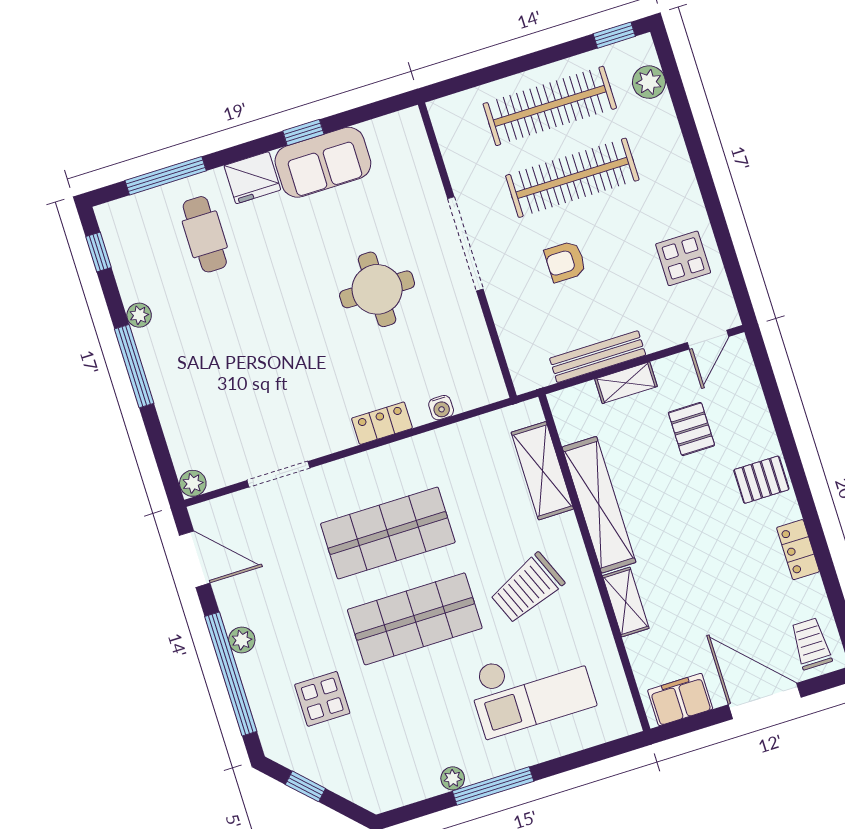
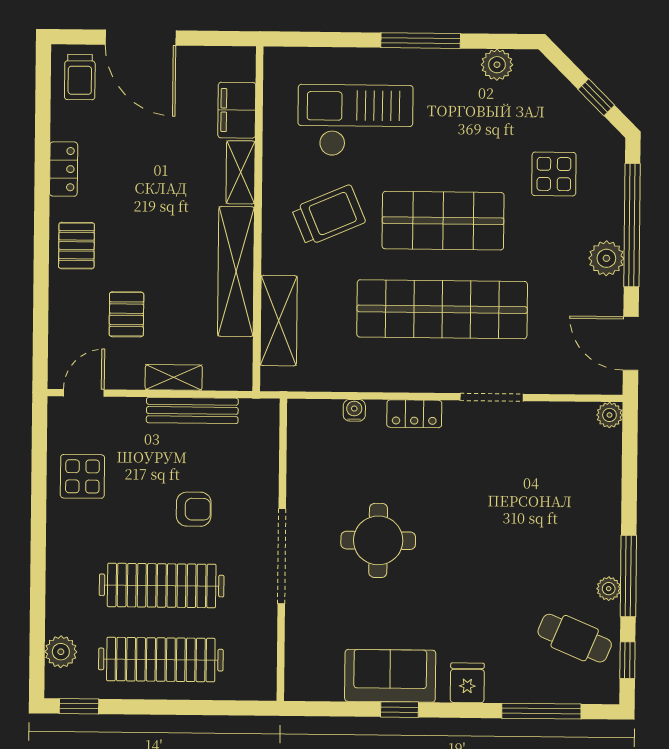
fridge: (252, 178) -> (467, 683), width x0.72
cafe table: (205, 234) -> (575, 638), moved, turned -67
window: (134, 366) -> (628, 576), moved
doorway: (278, 474) -> (492, 397), moved
pallet: (761, 480) -> (76, 246), turned 90
shop shelf: (388, 533) -> (442, 309), width x1.40
plant: (242, 640) -> (606, 258), width x1.38, depth x1.38
filing cabinet: (680, 699) -> (237, 110), moved, turned 90
plant: (453, 778) -> (497, 65), moved, width x1.38, depth x1.38

